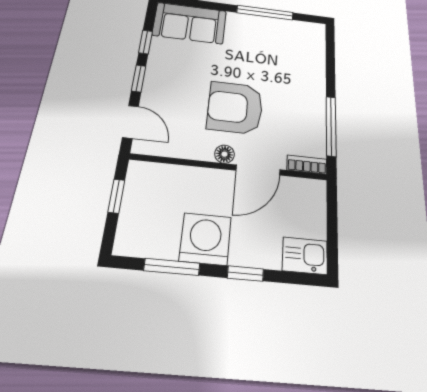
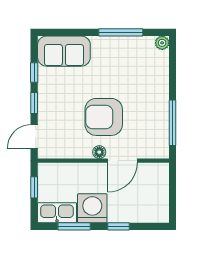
plant: (317, 30) -> (162, 43), added
door: (130, 122) -> (34, 136), swing flipped
bookcase: (307, 165) -> (155, 153), removed
kitchen sink: (305, 256) -> (57, 213), moved, width x1.38

